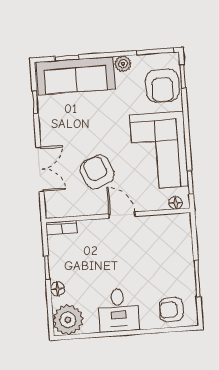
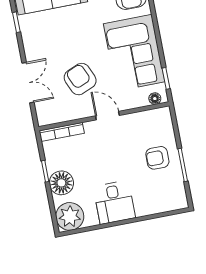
bookcase: (61, 228) -> (62, 132), width x1.56
floor lamp: (57, 289) -> (61, 183), width x1.89, depth x1.89
armchair: (171, 310) -> (157, 158), moved

